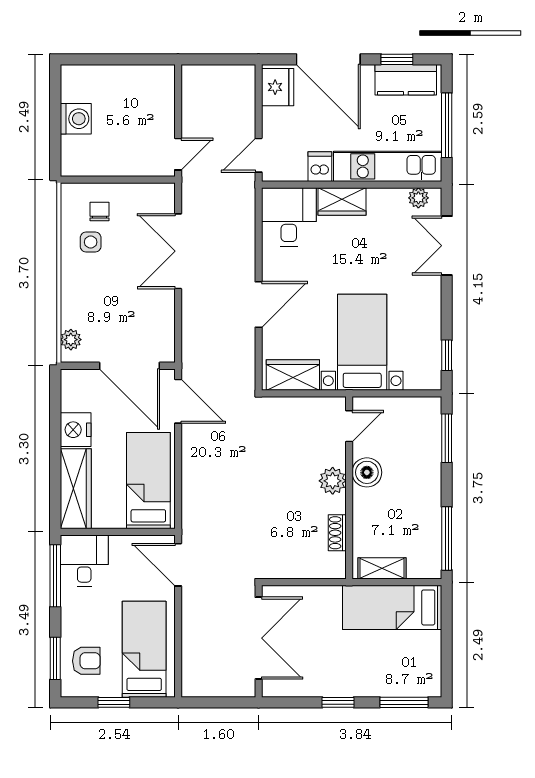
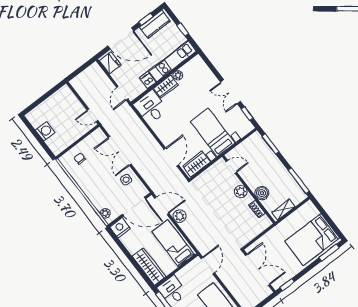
window: (447, 125) -> (183, 29), width x0.46
door: (178, 154) -> (92, 115), swing flipped
plant: (418, 198) -> (178, 75), moved
side table: (91, 242) -> (126, 180), moved
double door: (447, 246) -> (230, 92), moved
door: (259, 304) -> (171, 157), moved
door: (349, 426) -> (231, 167), hinge flipped
nightstand: (76, 430) -> (120, 228), moved, turned 90
plant: (195, 443) -> (180, 216), added
boiler: (367, 472) -> (262, 193), moved
door: (178, 565) -> (208, 266), swing flipped
bed: (392, 607) -> (312, 240), moved, width x1.50
window: (338, 702) -> (287, 285), moved

